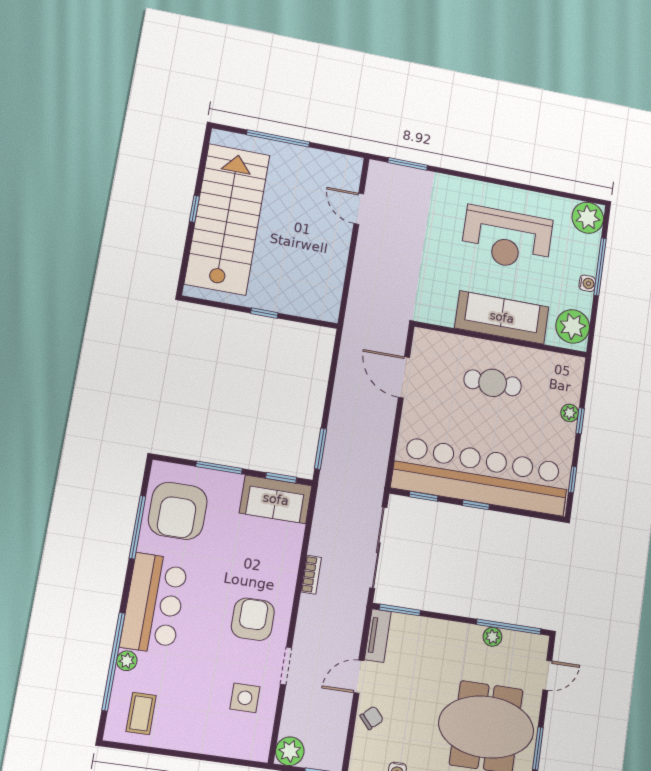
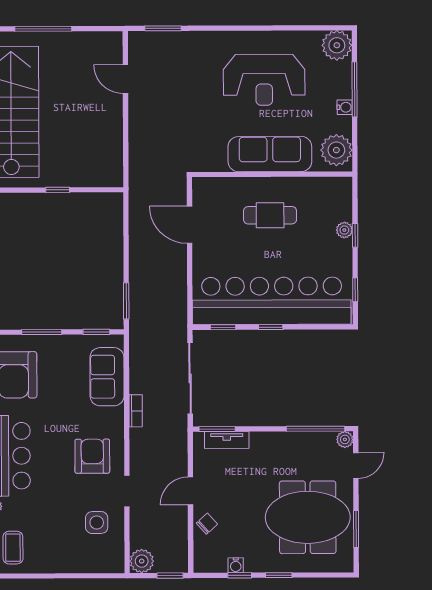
sofa: (276, 499) -> (107, 377), moved, turned 90
tv unit: (378, 636) -> (227, 440), moved, turned 90
plant: (492, 637) -> (345, 439), moved

